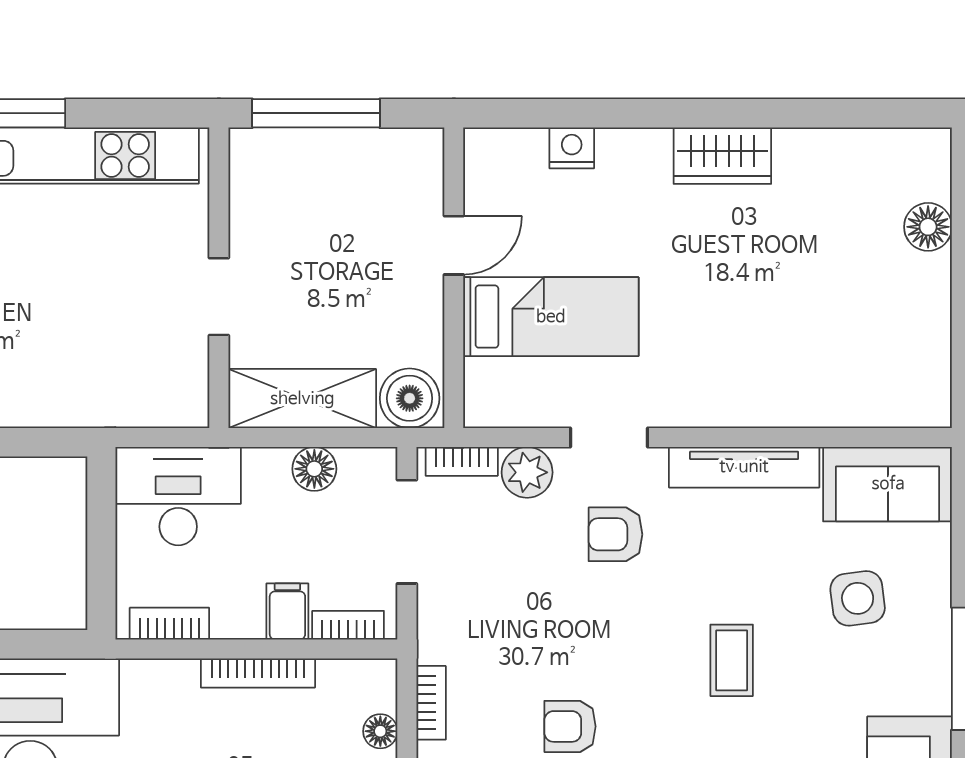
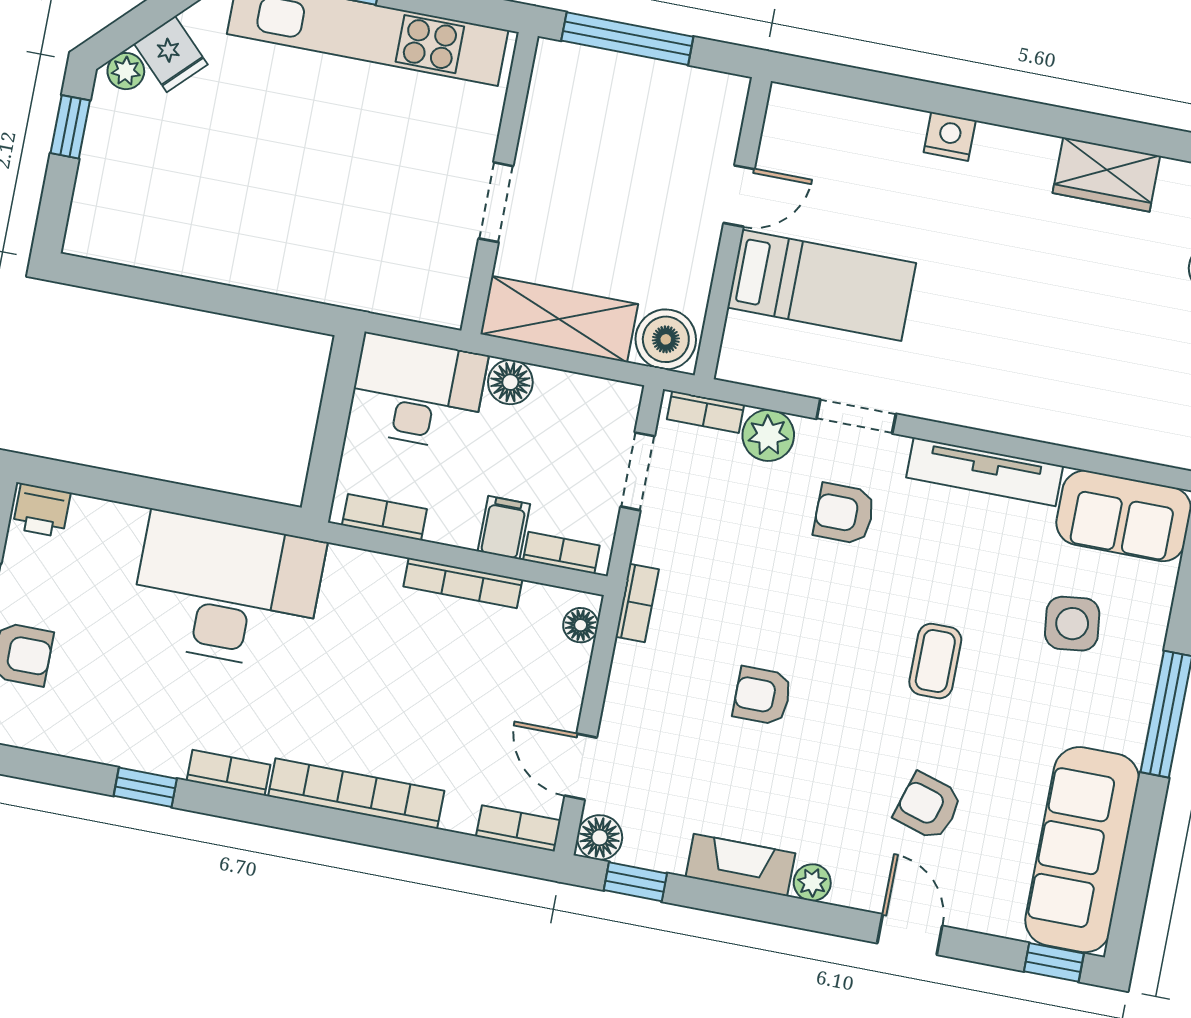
nightstand: (572, 148) -> (950, 136), moved
wardrobe: (722, 156) -> (1106, 174), moved
floor lamp: (314, 469) -> (510, 382), moved
doorway: (407, 532) -> (638, 471), width x0.73
bookcase: (431, 703) -> (637, 603), moved
floor lamp: (380, 731) -> (581, 625), moved

